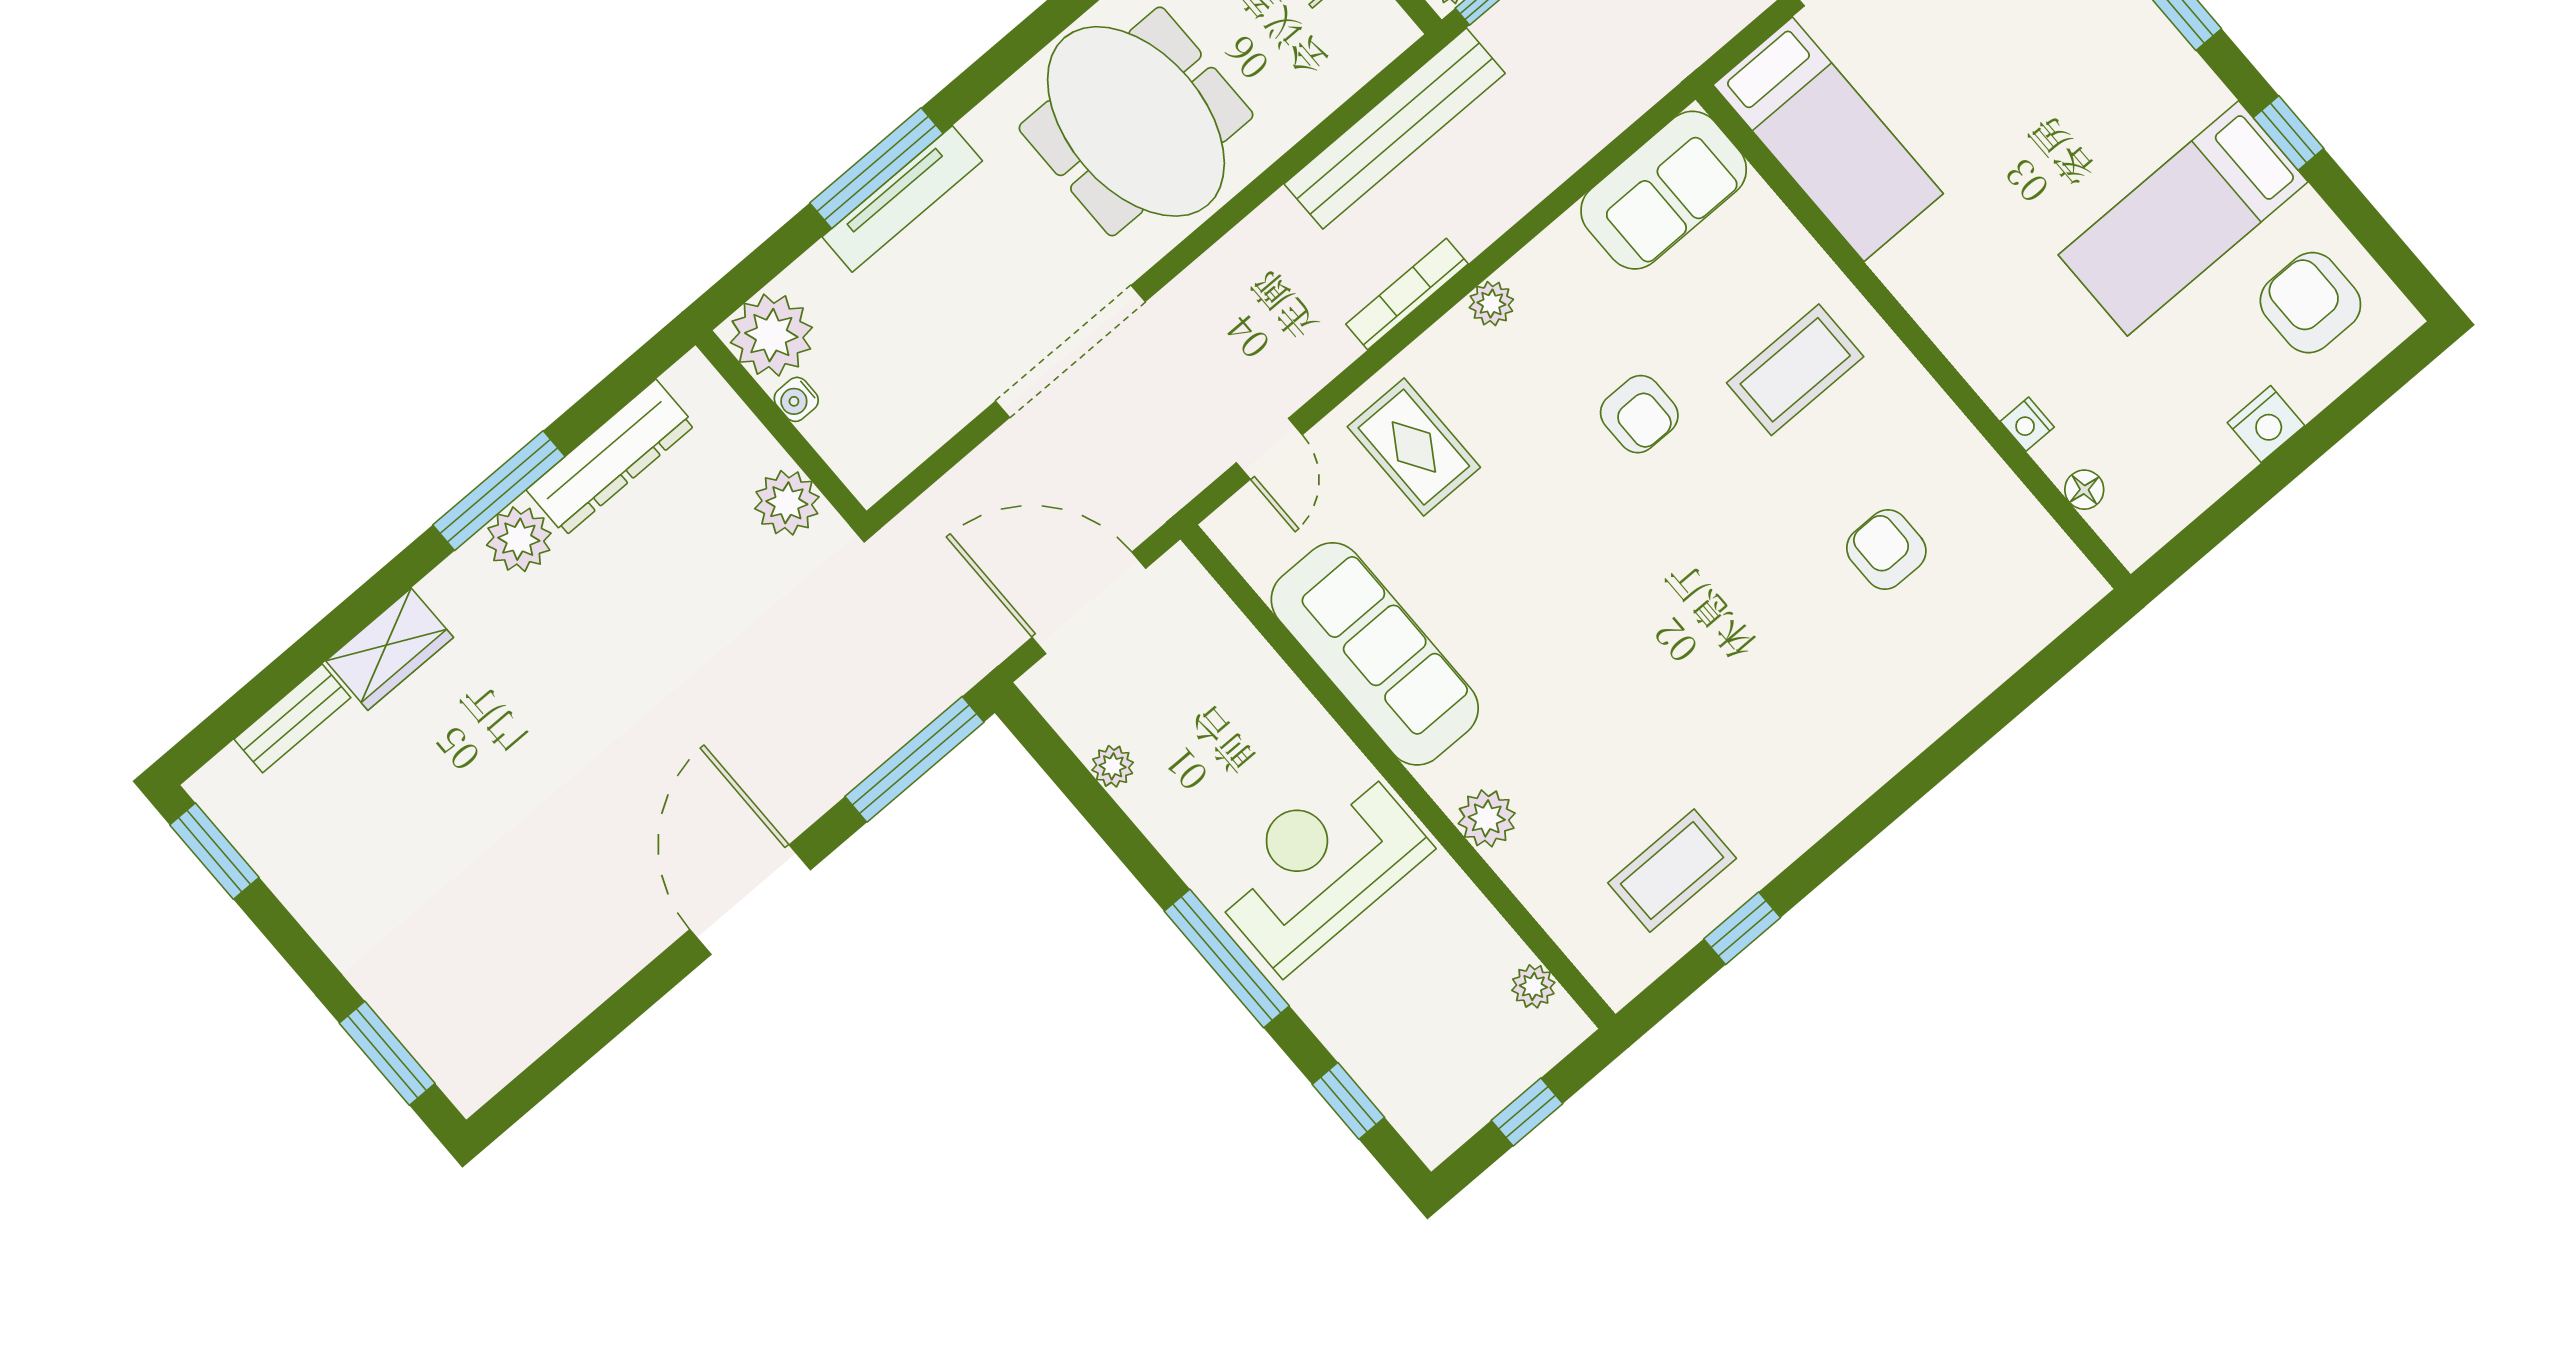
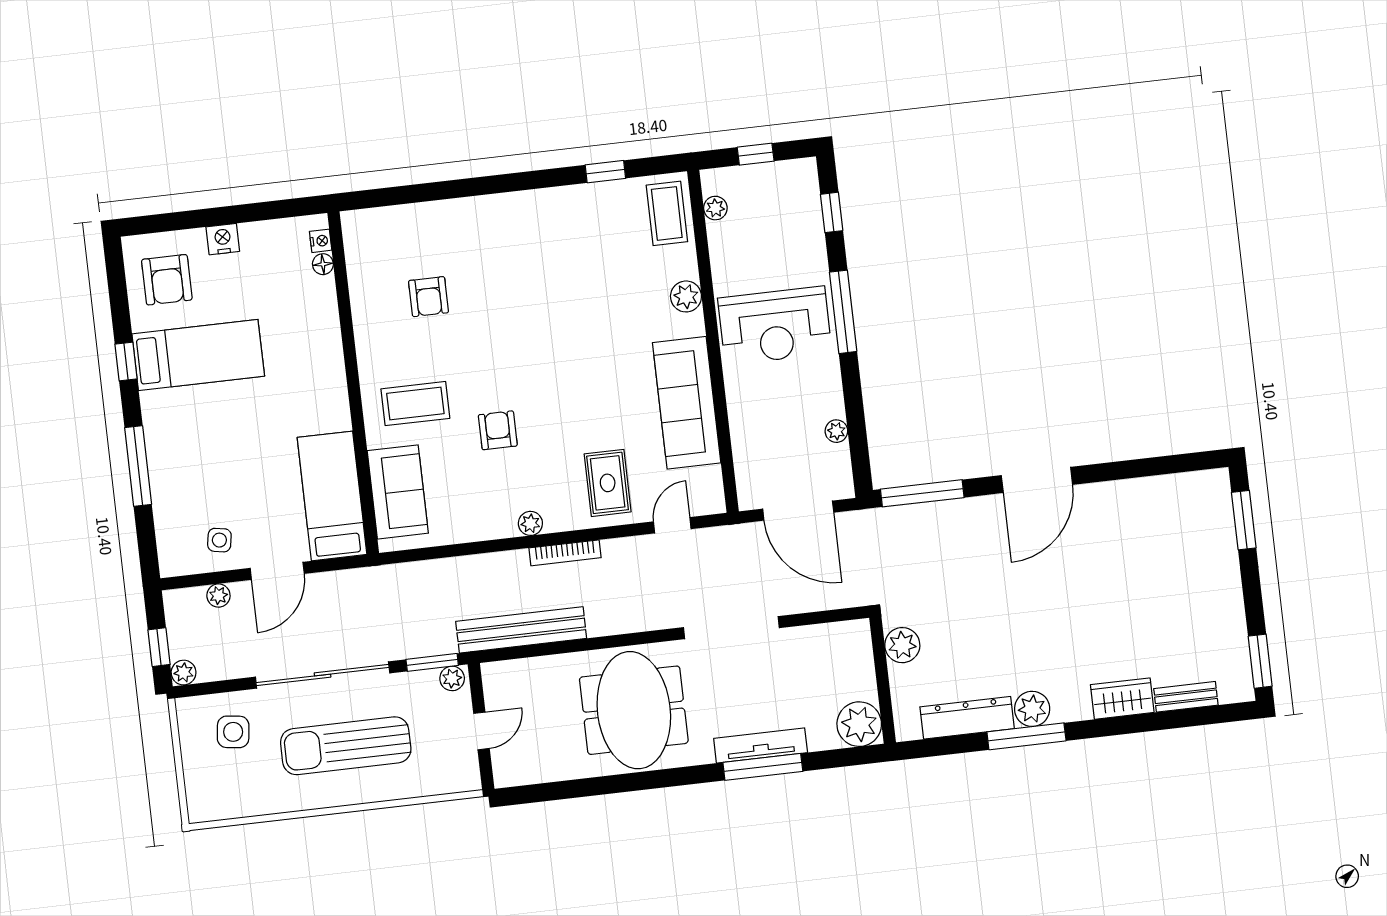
sofa: (1664, 190) -> (398, 492), moved, turned 90
water cooler: (796, 399) -> (867, 688), removed
nightstand: (2027, 424) -> (321, 241), moved
coffee table: (1672, 871) -> (667, 213), moved, turned 90

